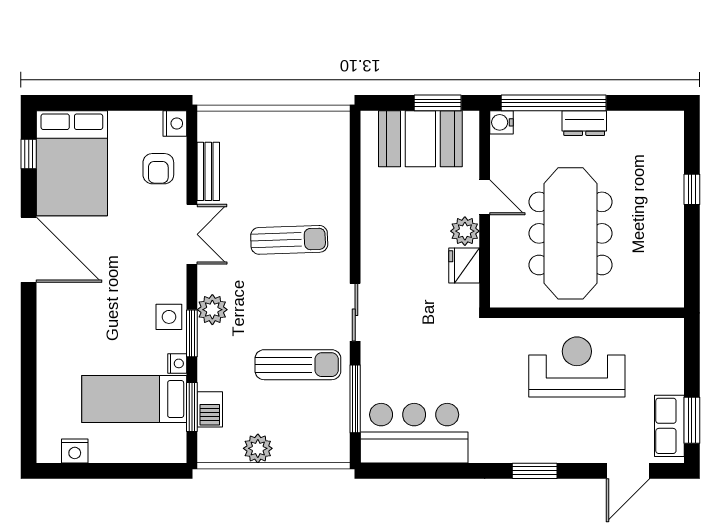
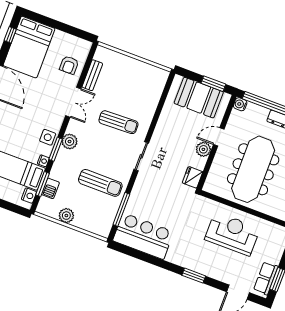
nightstand: (175, 123) -> (29, 196), moved
door: (485, 197) -> (219, 137), swing flipped
fridge: (464, 266) -> (193, 177), moved
sliding door: (355, 312) -> (141, 156), moved

